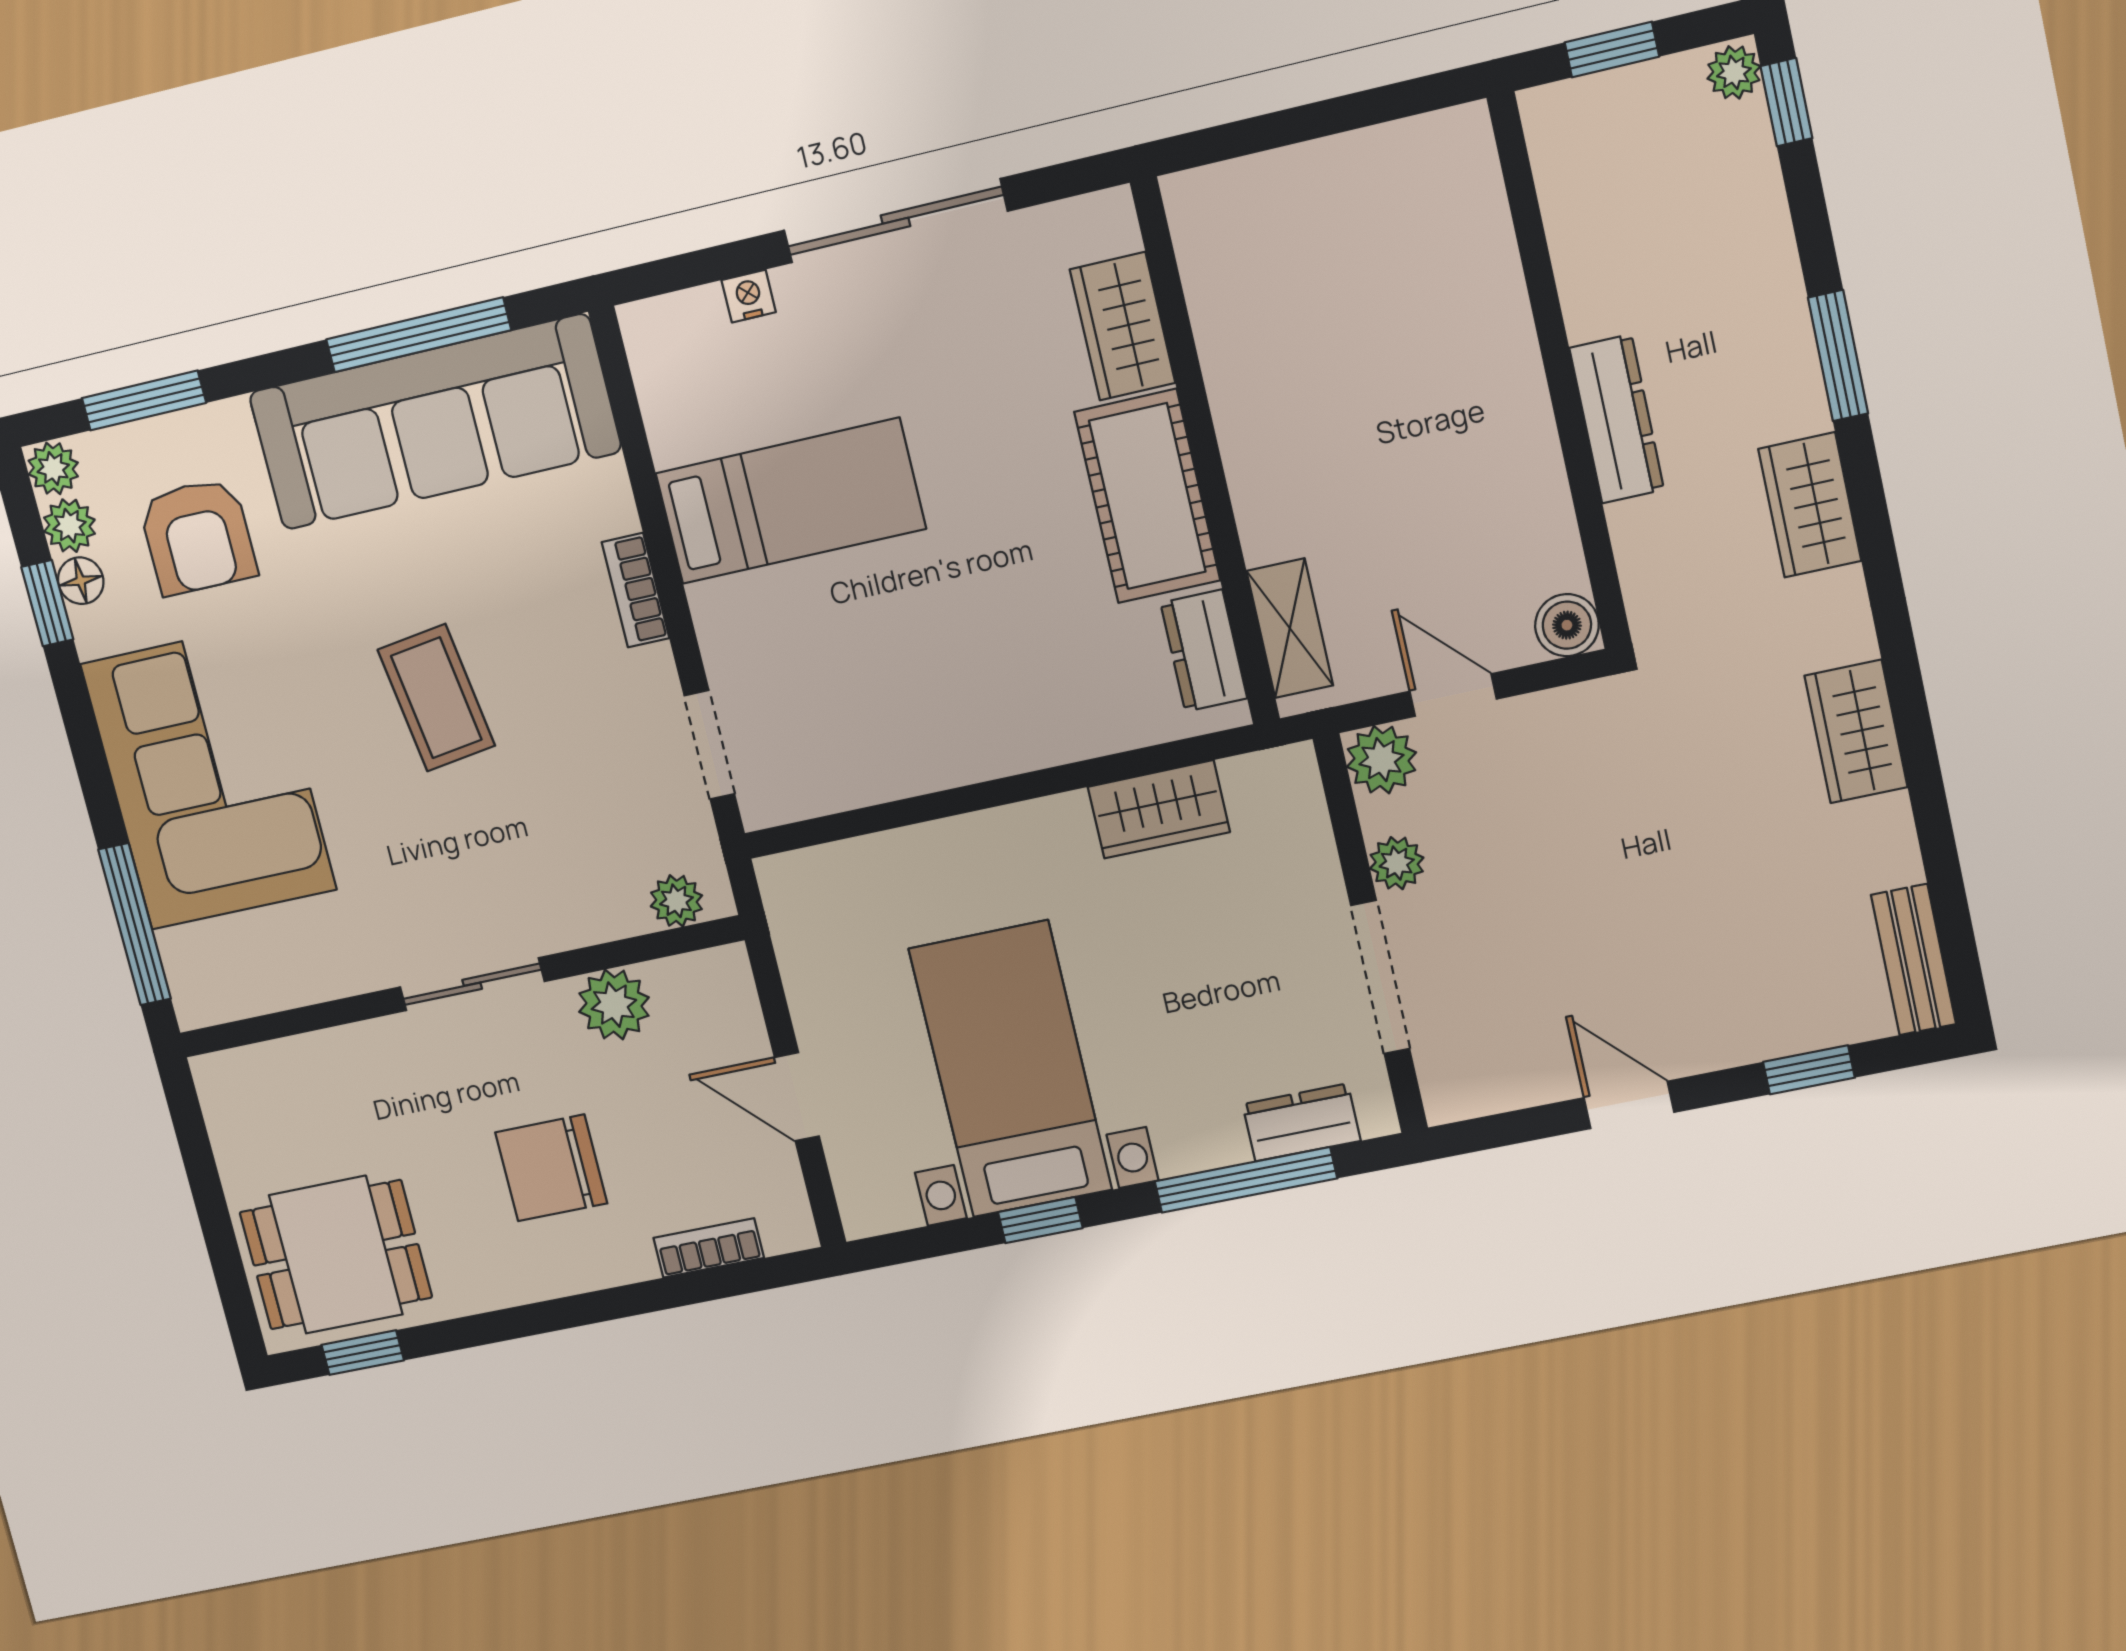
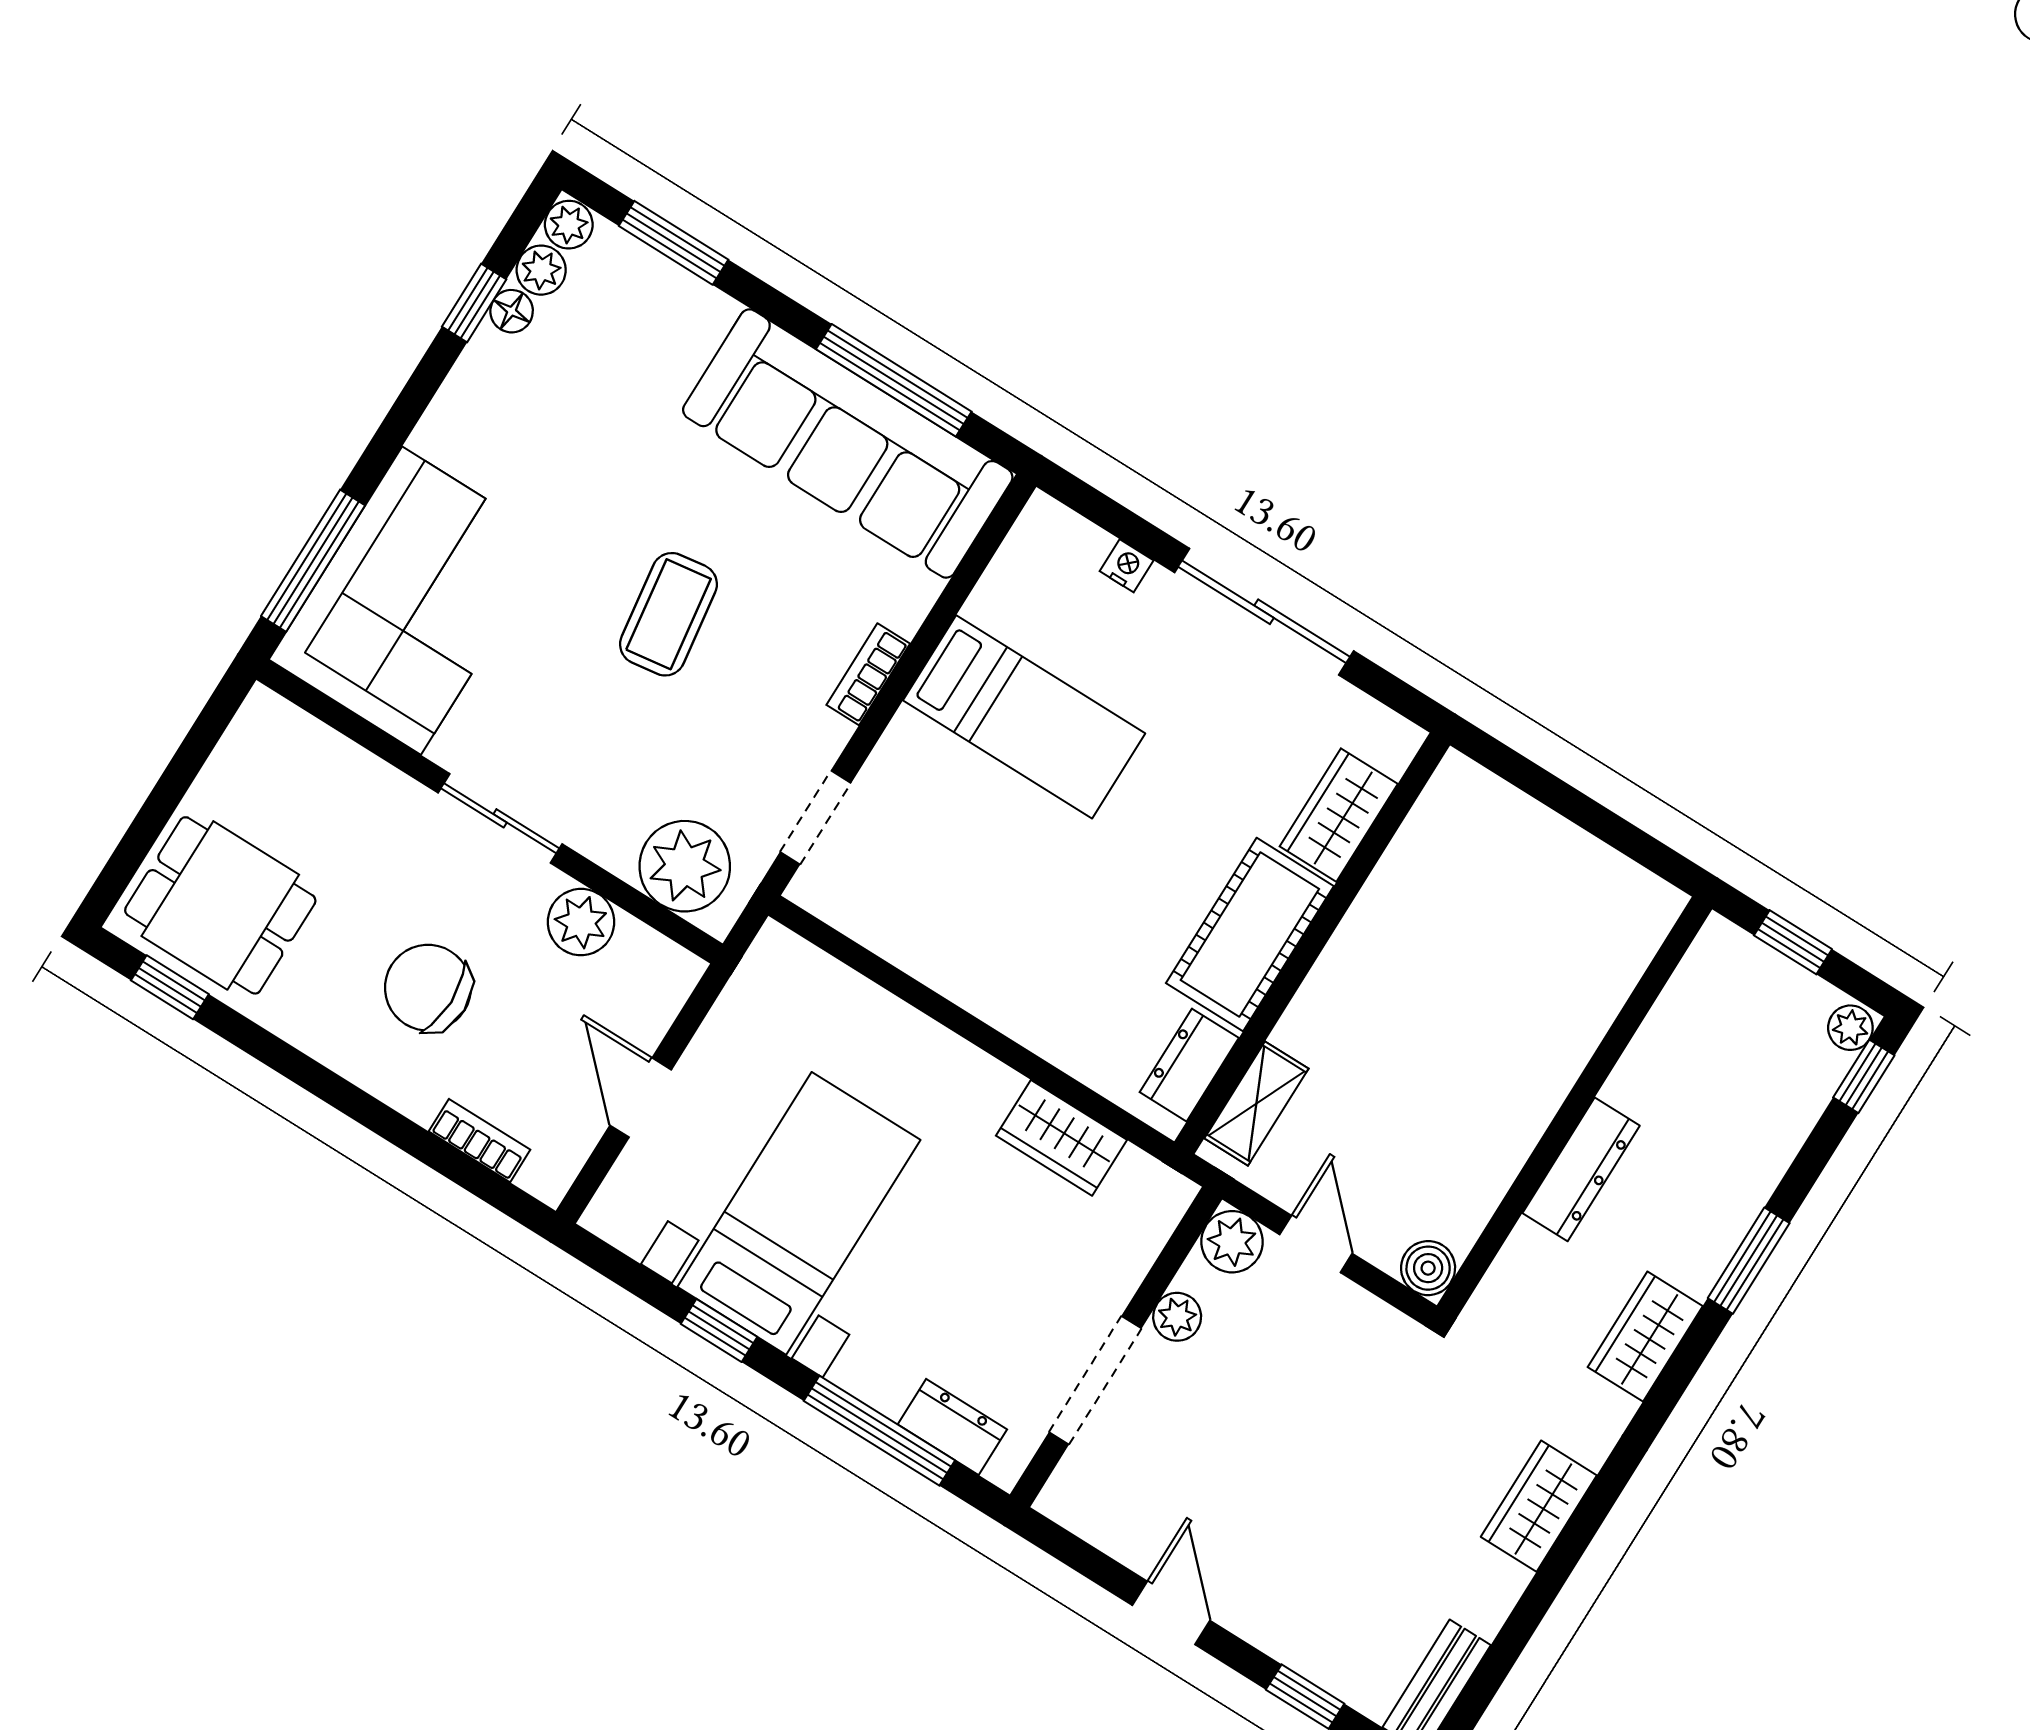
armchair: (198, 537) -> (619, 360), removed
corner sofa: (209, 777) -> (411, 601), moved
plant: (676, 901) -> (685, 866), width x1.87, depth x1.87

